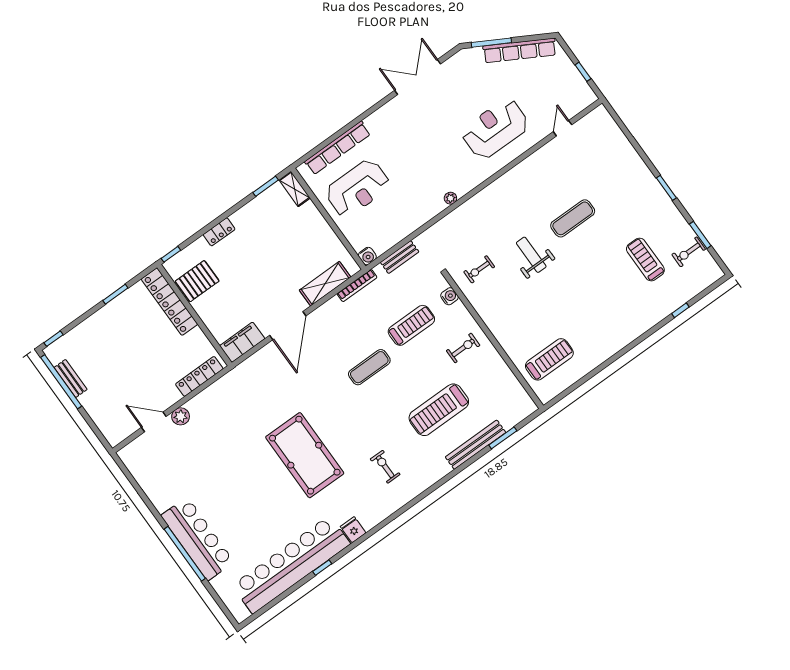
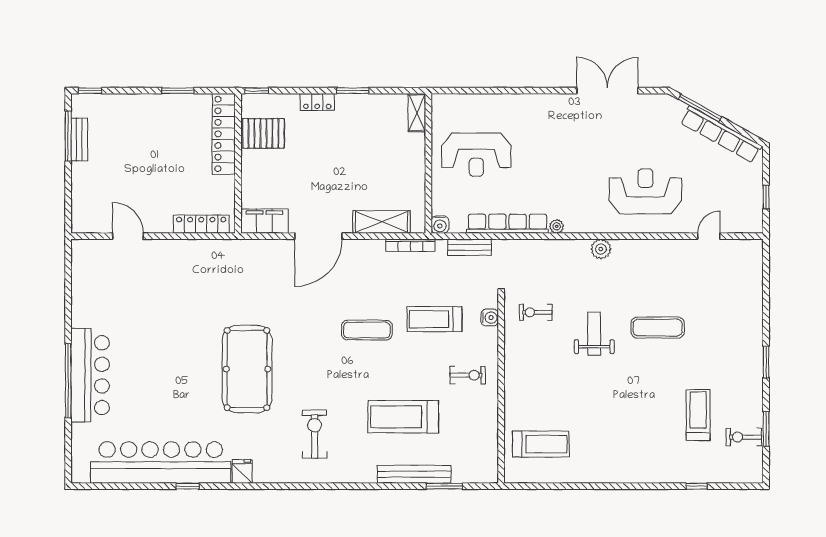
row of seats: (338, 148) -> (507, 224), moved, turned 180
window: (266, 186) -> (353, 91), moved
treadmill: (411, 325) -> (434, 319), turned 180
window: (61, 382) -> (68, 136), width x0.68
plant: (181, 416) -> (601, 249), moved
exercise bike: (385, 467) -> (315, 434), width x1.38, depth x1.39

